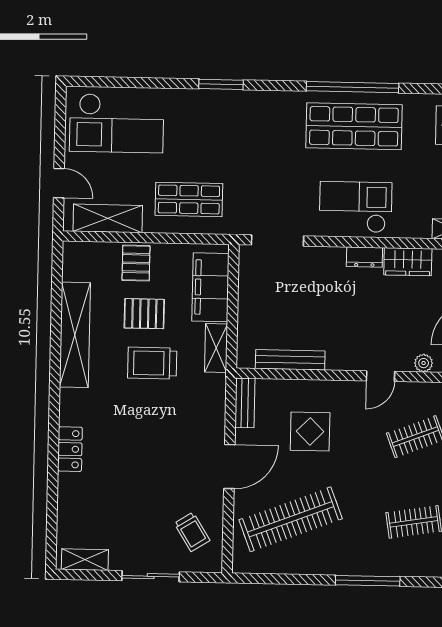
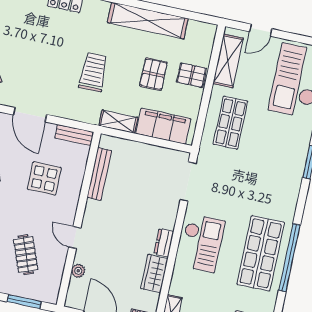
trolley: (152, 363) -> (93, 72), moved

